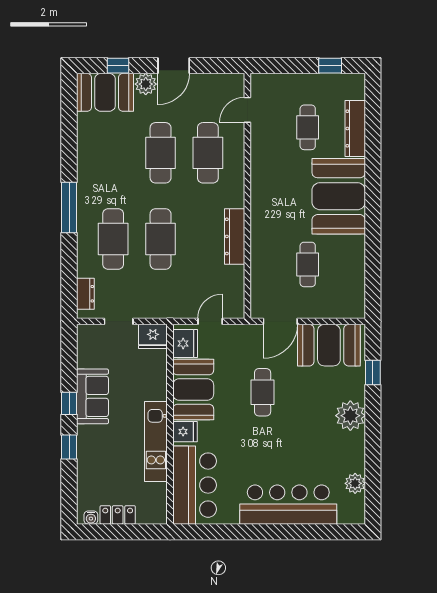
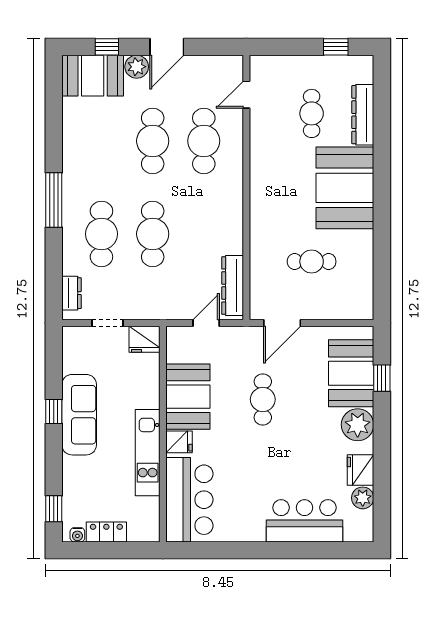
dresser: (235, 236) -> (233, 286), moved
cafe table: (308, 264) -> (312, 262), turned 90
fridge: (185, 343) -> (361, 470), moved, turned 180
booth: (329, 345) -> (351, 373), moved, turned 90
sofa: (92, 396) -> (79, 415), width x1.36
window: (69, 447) -> (54, 509), moved
bar counter: (288, 505) -> (304, 521), width x0.73

